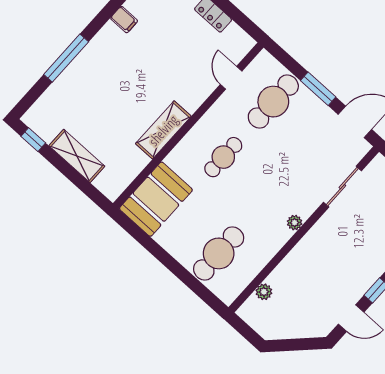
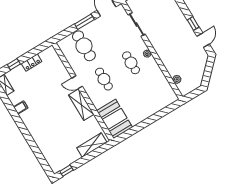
window: (66, 58) -> (31, 142), removed
door: (231, 78) -> (77, 82), moved
shelving: (77, 156) -> (92, 145), moved
cafe table: (219, 253) -> (131, 63), moved, width x0.73, depth x0.74

